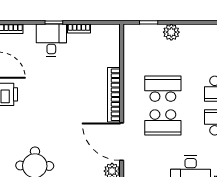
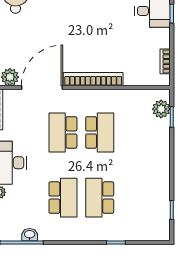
bookcase: (79, 29) -> (165, 61), moved
plant: (171, 32) -> (161, 109), moved

